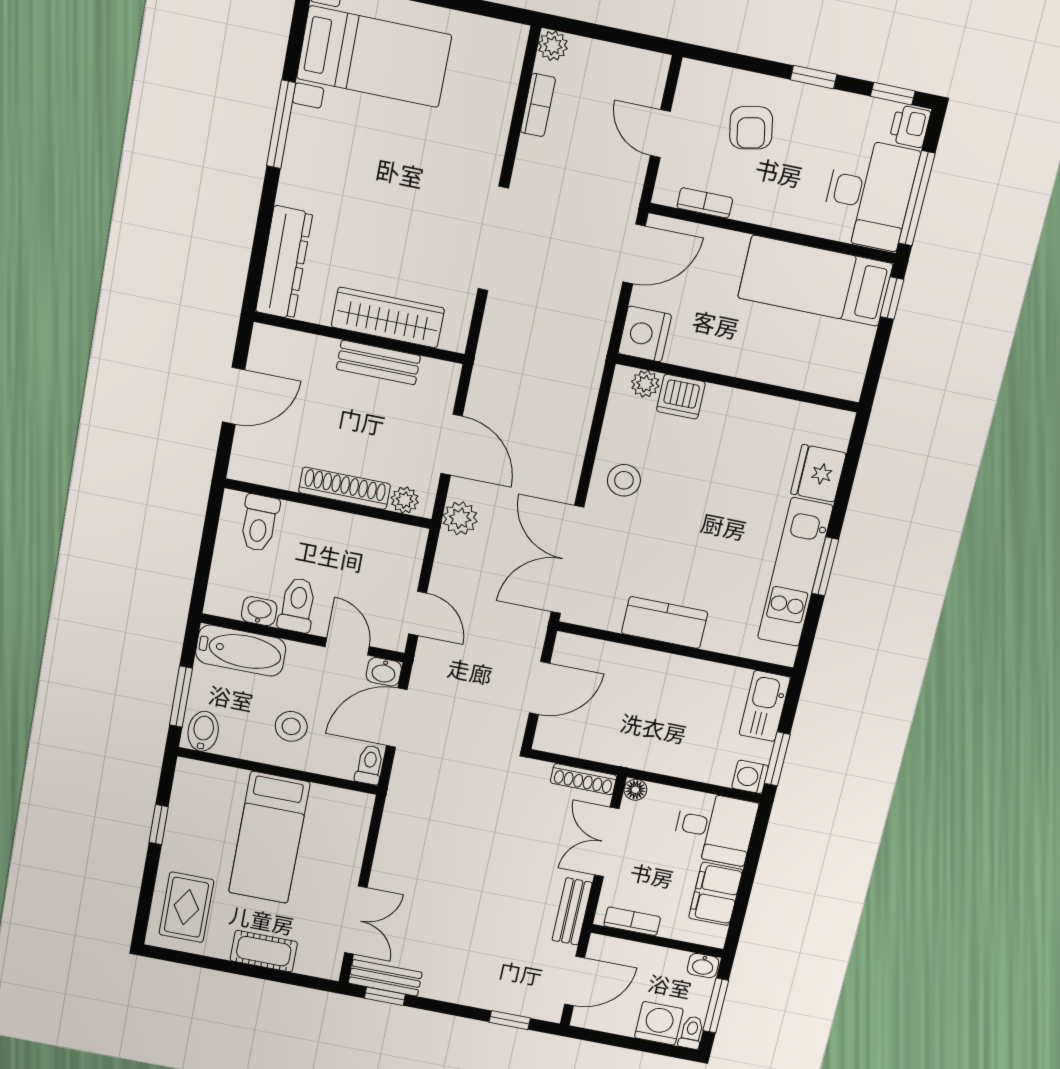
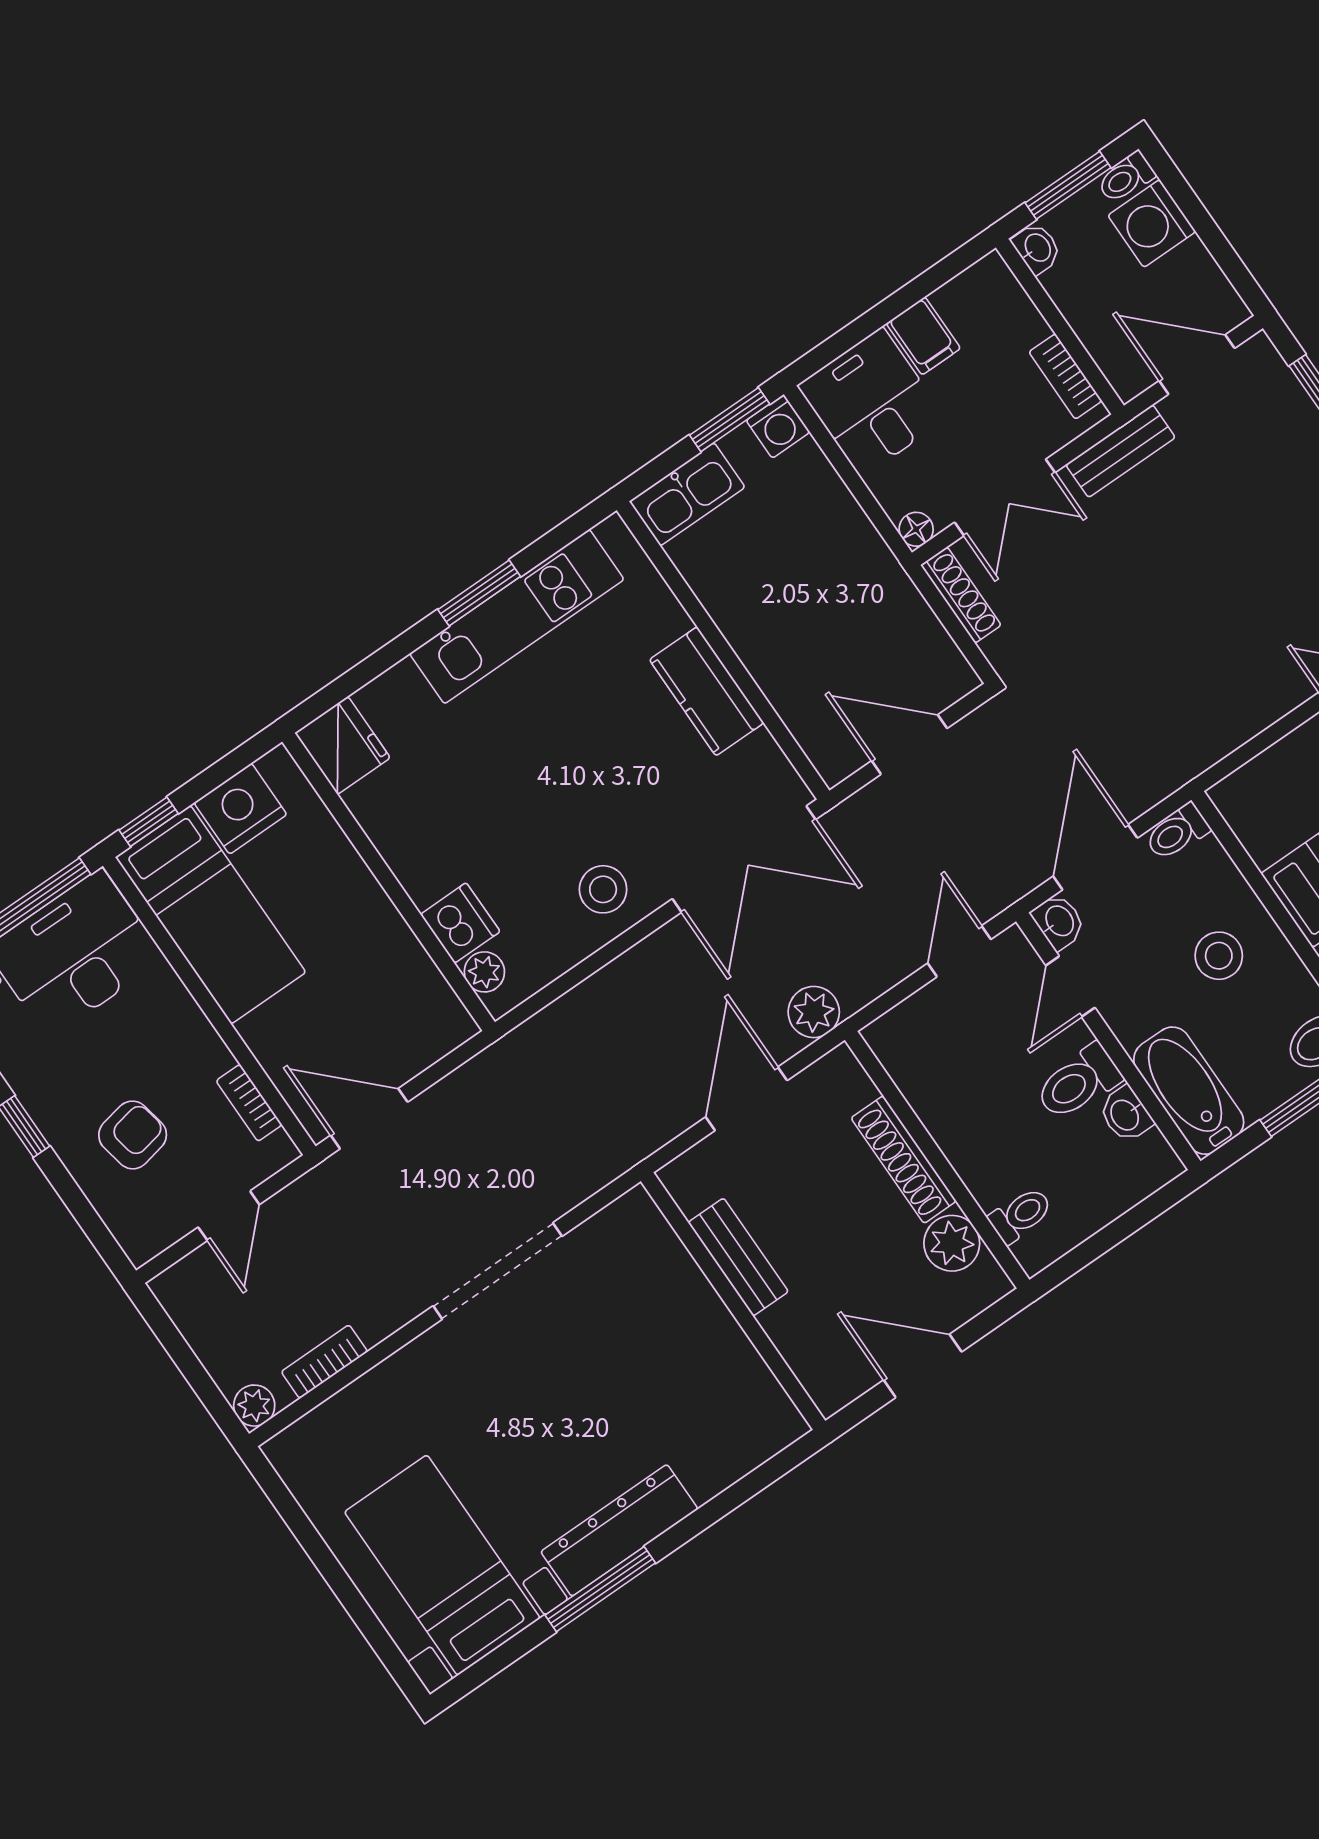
dresser: (284, 262) -> (619, 1530), moved
wardrobe: (388, 318) -> (683, 1294), removed
nightstand: (645, 334) -> (240, 809), moved, turned 180
fridge: (818, 473) -> (343, 745), moved, turned -90
plant: (405, 500) -> (952, 1243), moved, width x1.38, depth x1.38
toilet: (259, 523) -> (1021, 1215), width x0.73, depth x0.72
door: (397, 718) -> (1095, 857), swing flipped
filing cabinet: (716, 894) -> (923, 336), width x0.50

